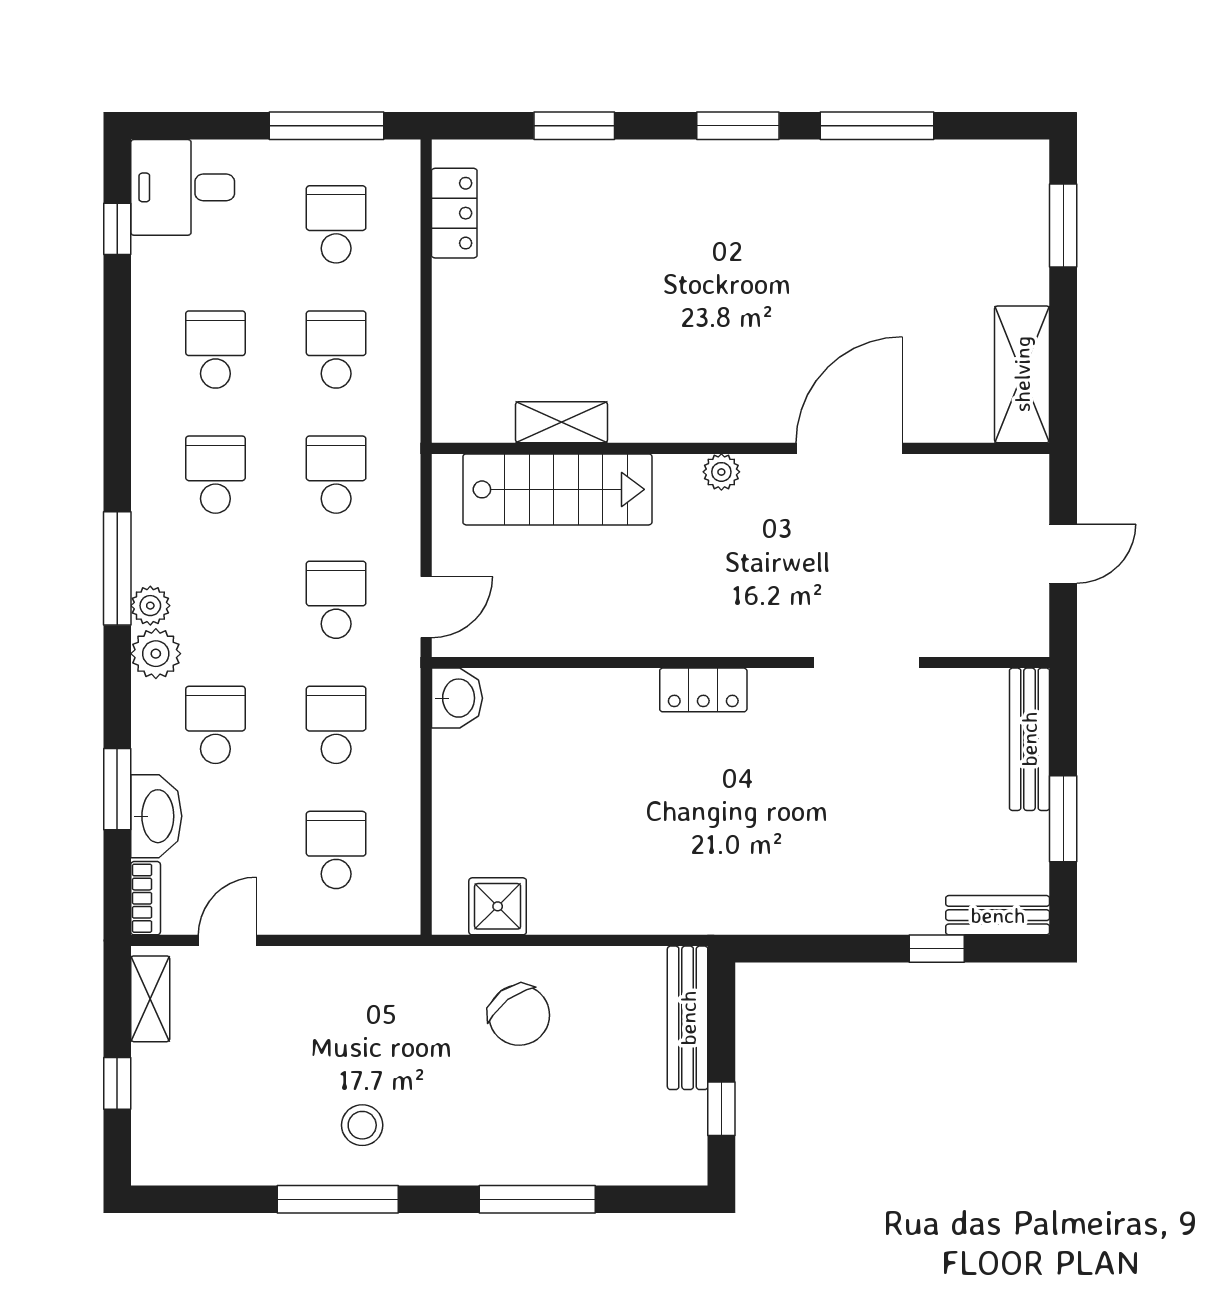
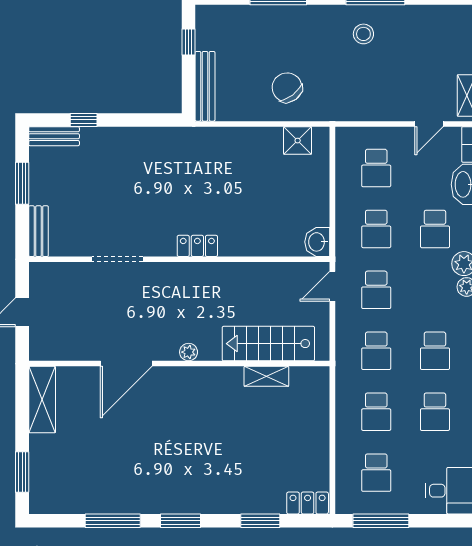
locker: (454, 213) -> (308, 503), moved, turned 90
bench: (1029, 739) -> (39, 231), width x0.73

